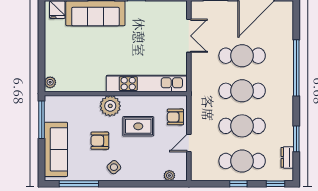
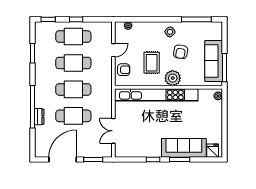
kitchen unit: (147, 84) -> (156, 95), width x1.36
rug: (138, 126) -> (152, 63), turned 90
armchair: (100, 141) -> (181, 52), turned 99
sofa: (56, 149) -> (214, 61), moved
dresser: (287, 157) -> (39, 117), moved

